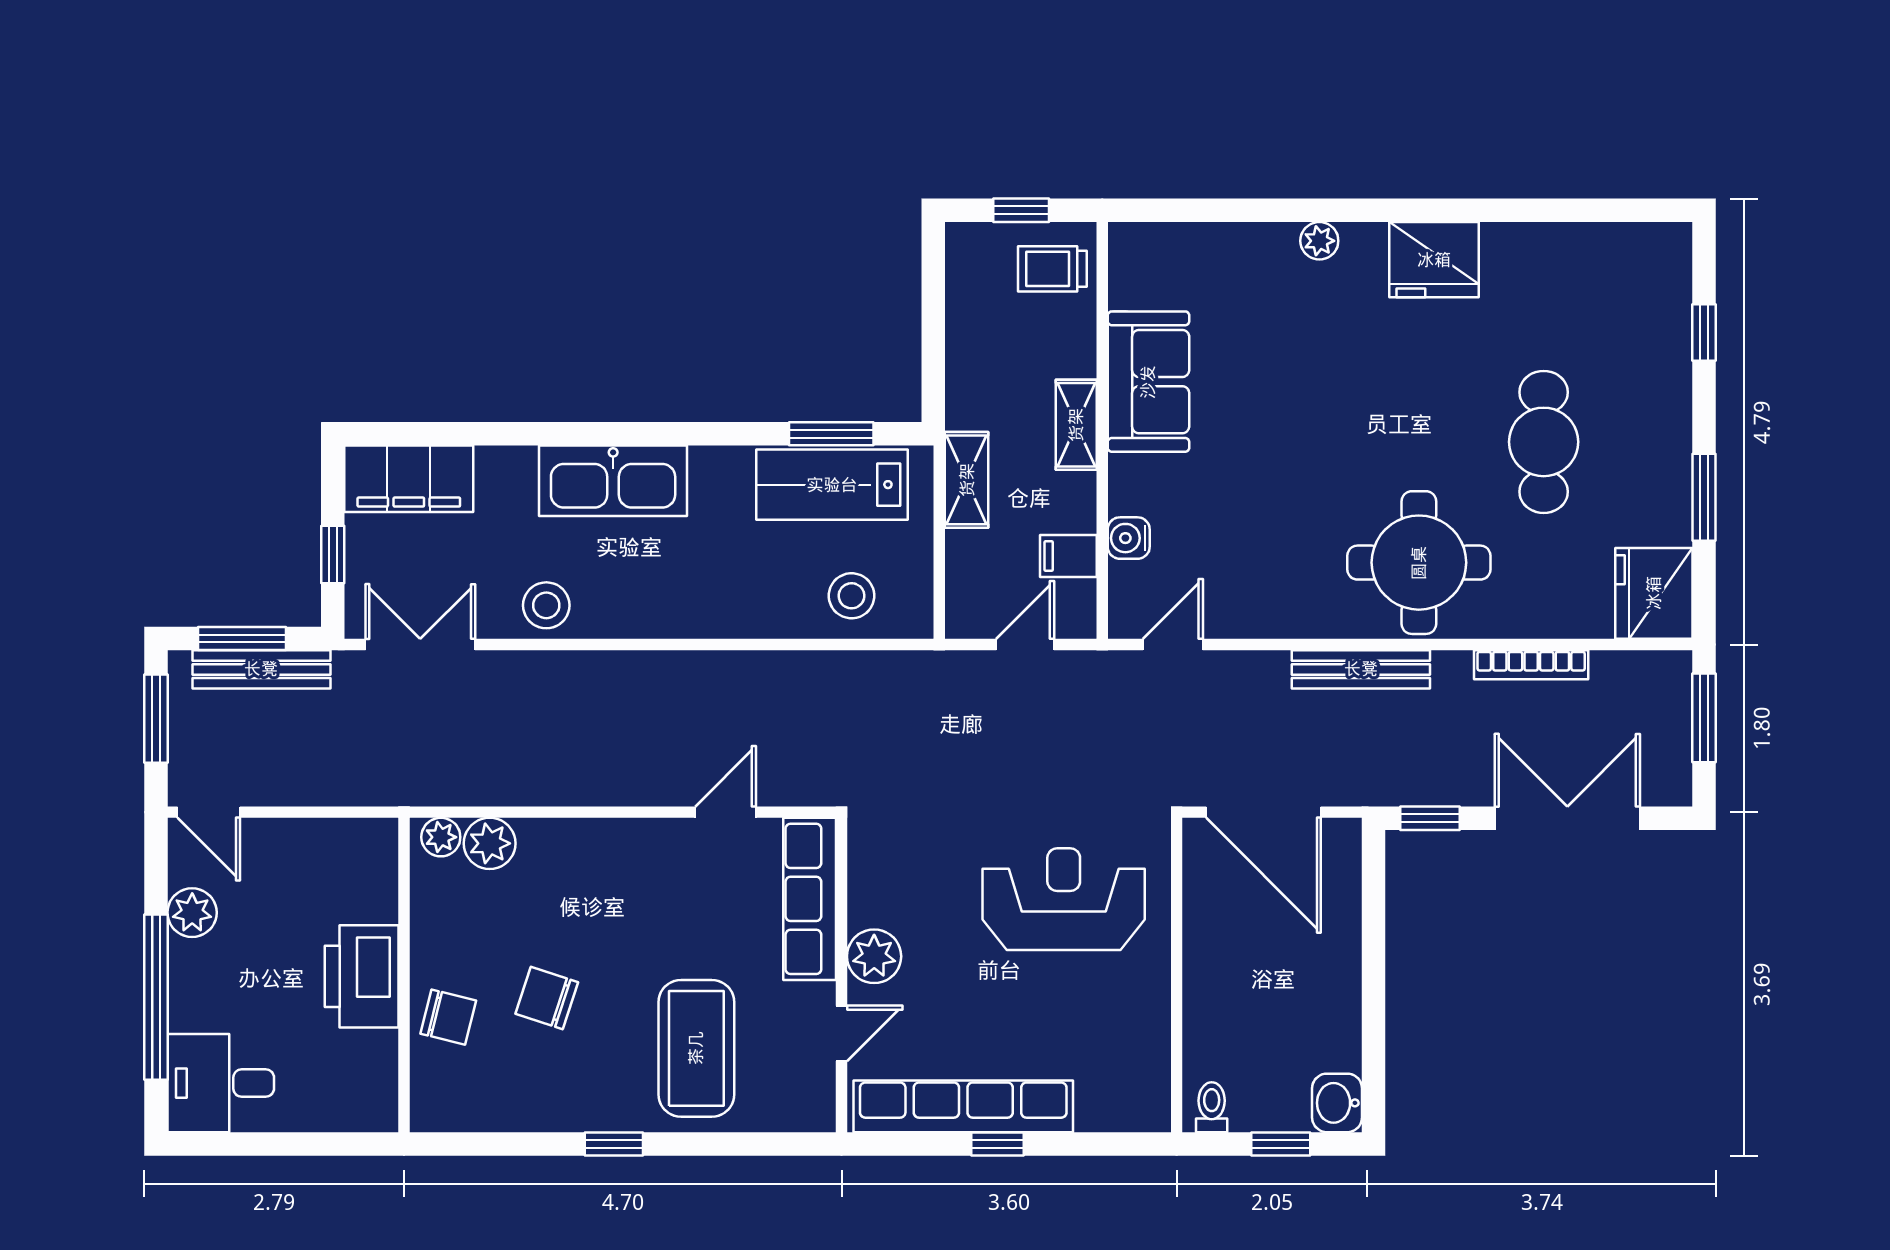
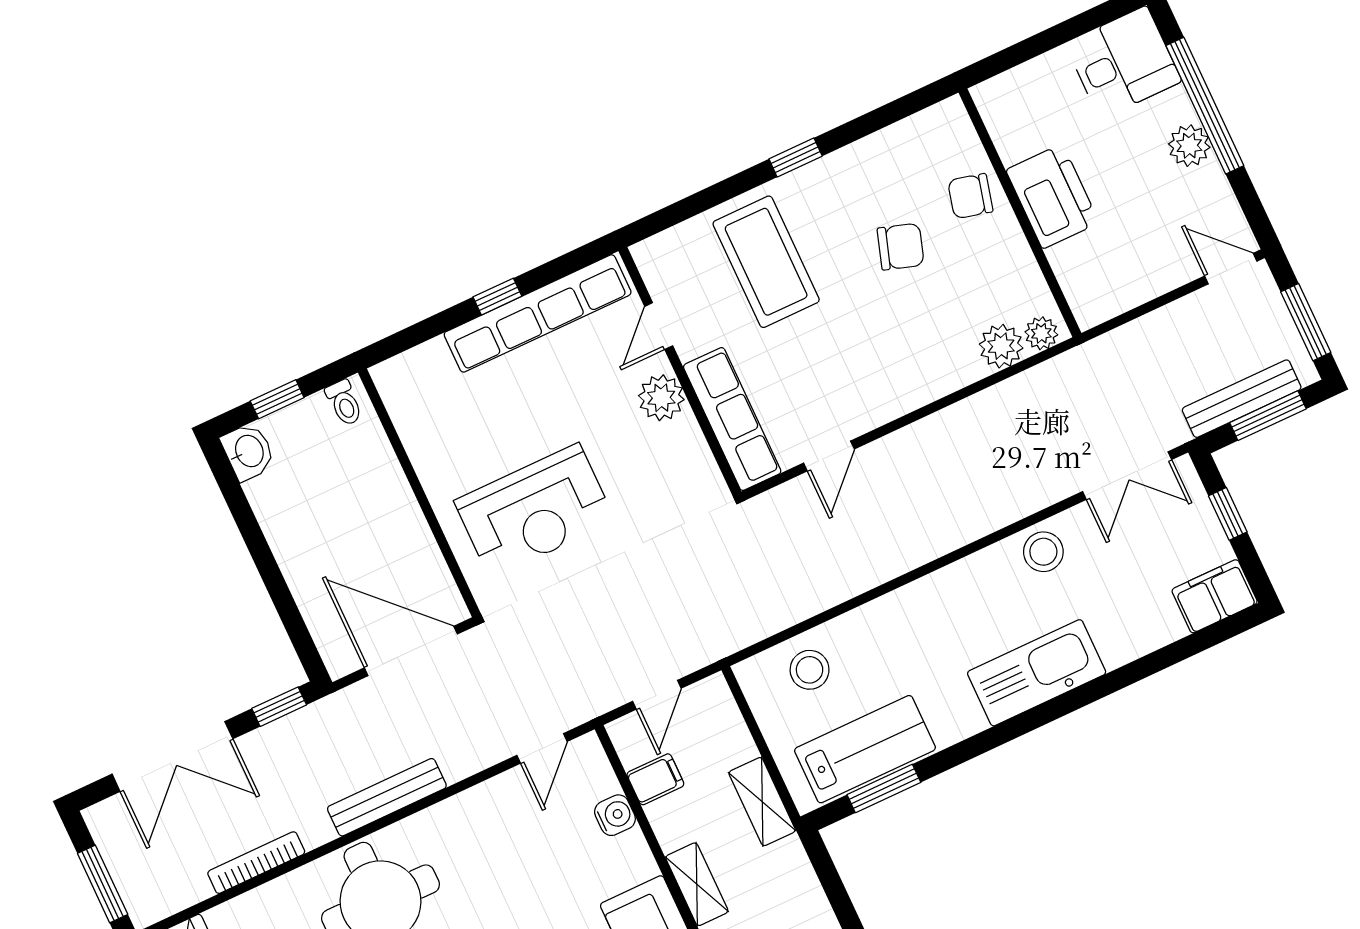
filing cabinet: (409, 479) -> (1215, 596), width x0.67, depth x0.86
plant: (192, 913) -> (1189, 146), moved

